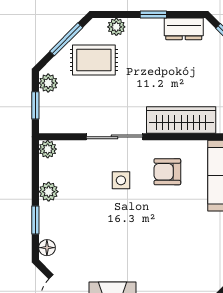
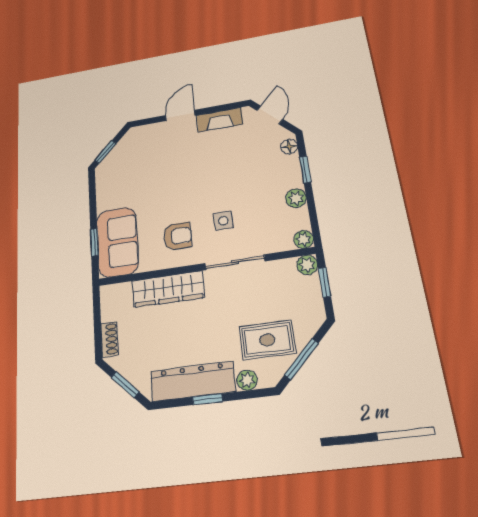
dresser: (184, 29) -> (193, 381), width x1.96, depth x1.24
plant: (48, 83) -> (307, 265), moved

